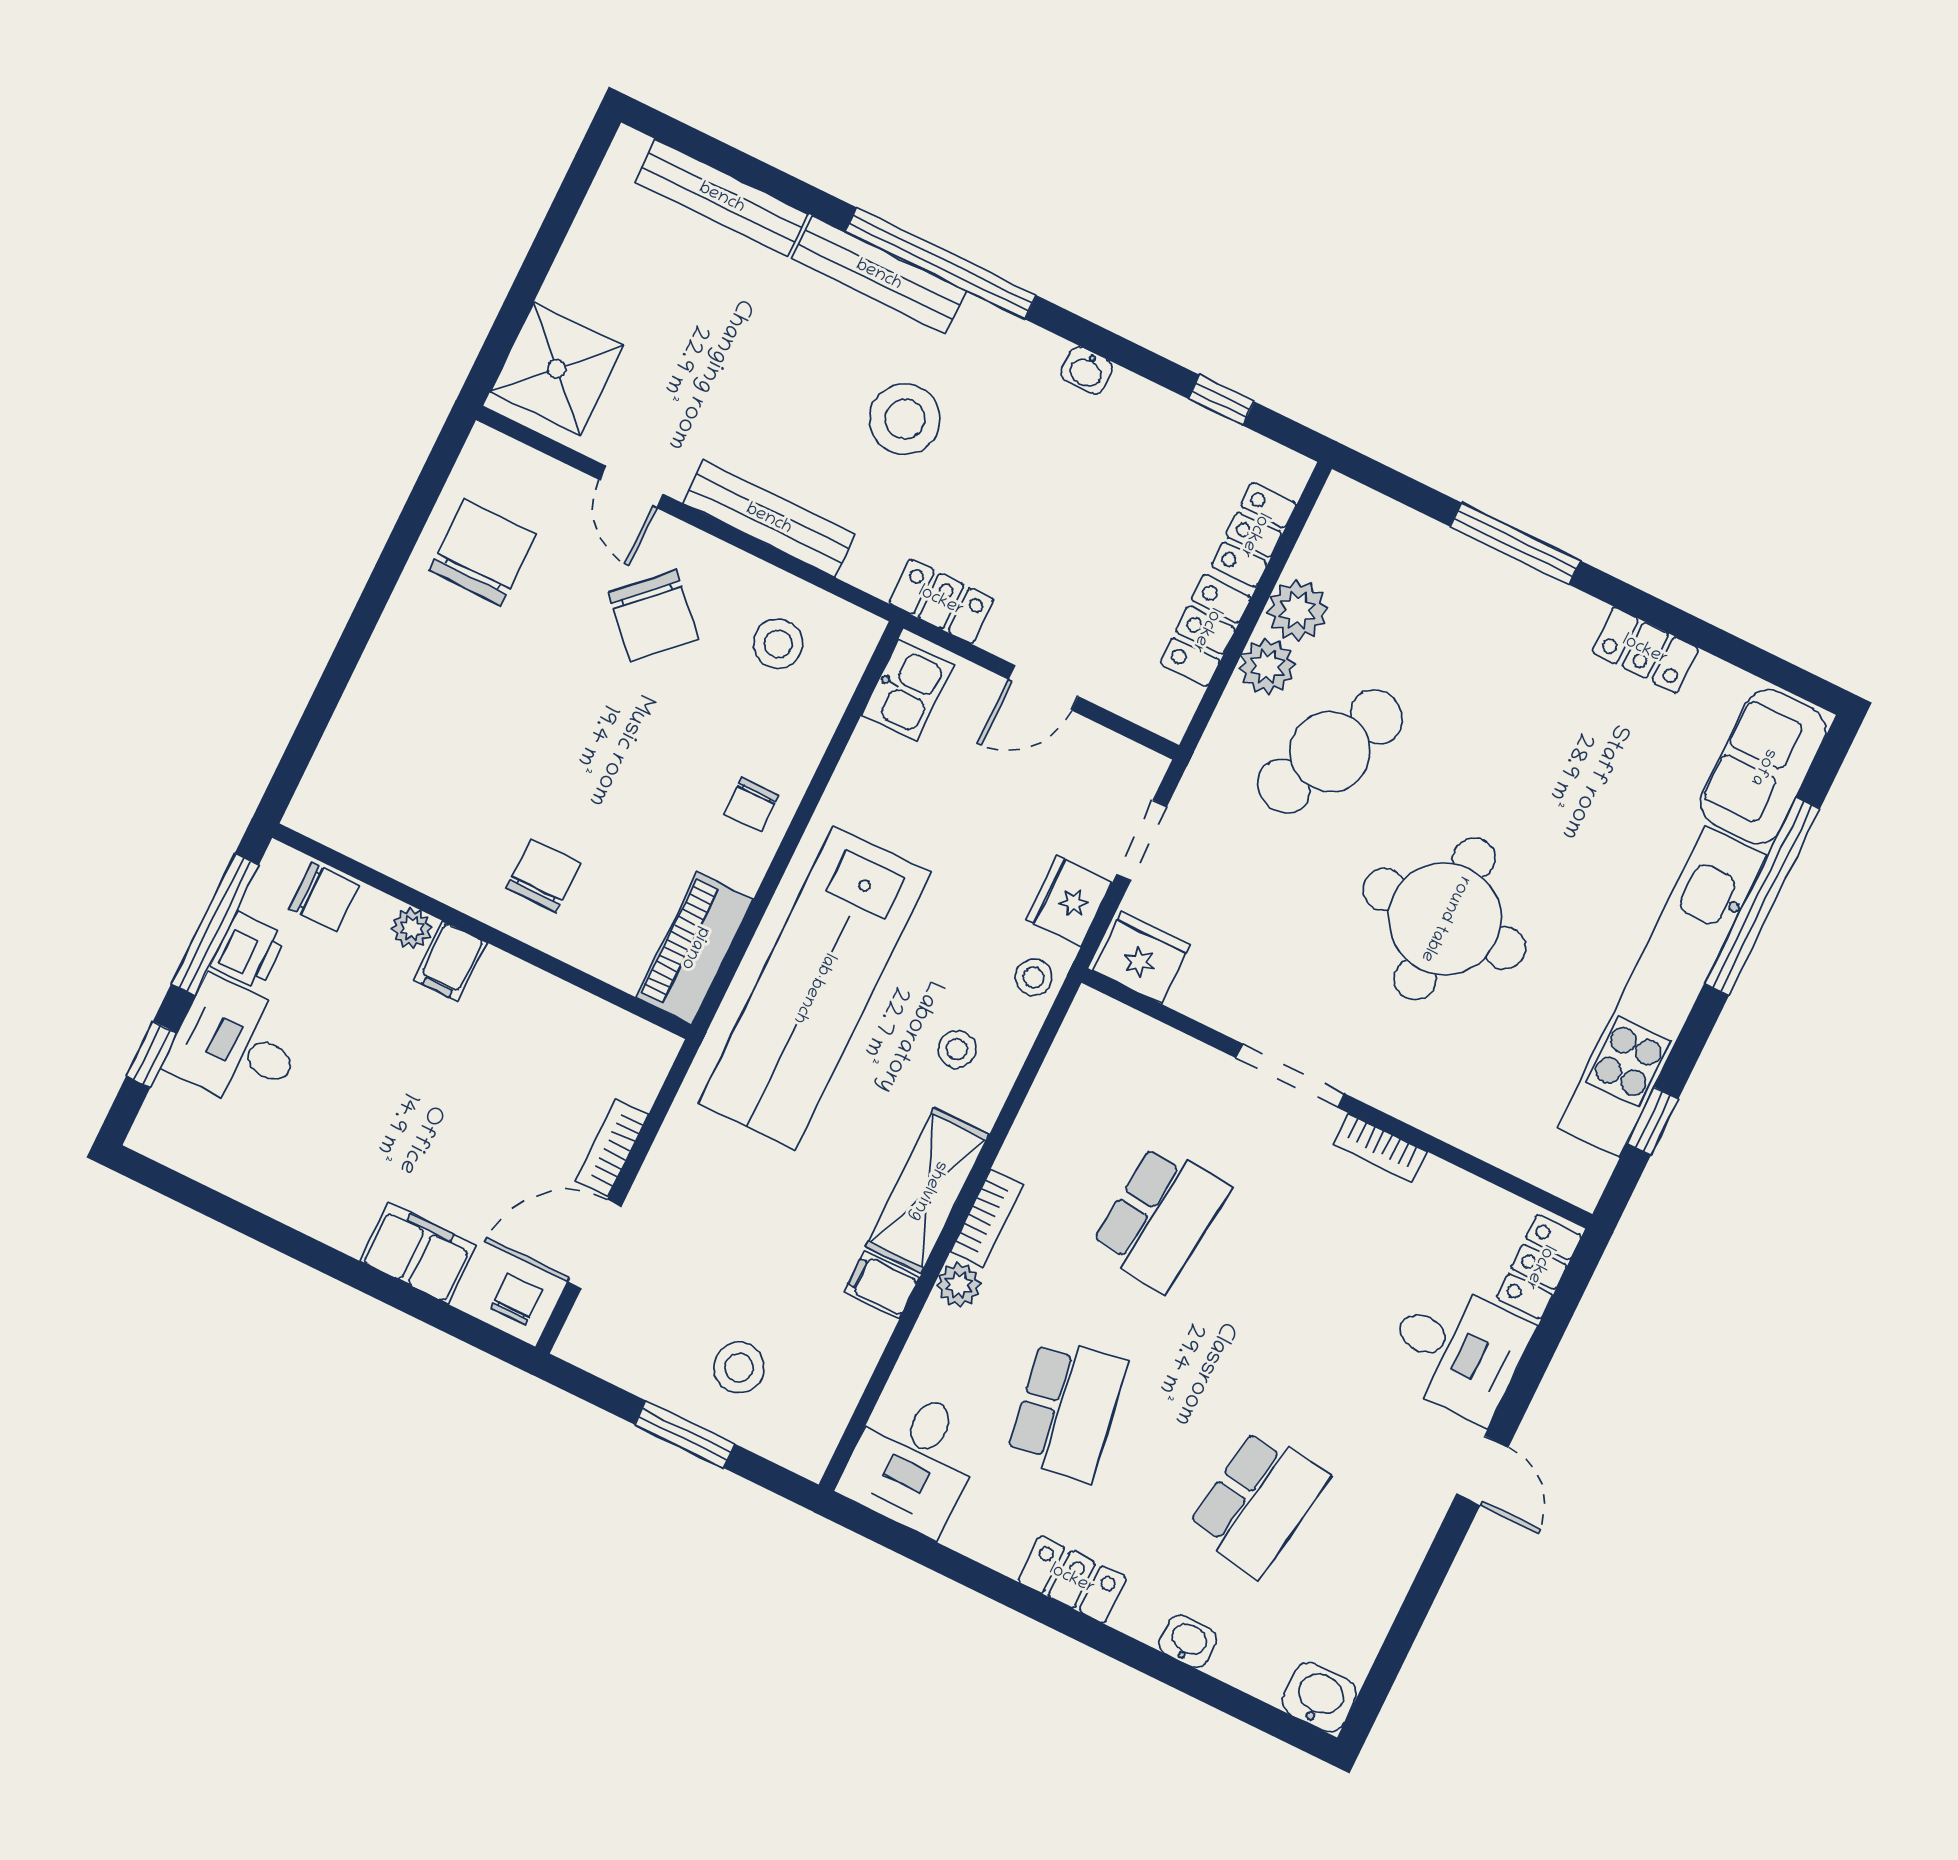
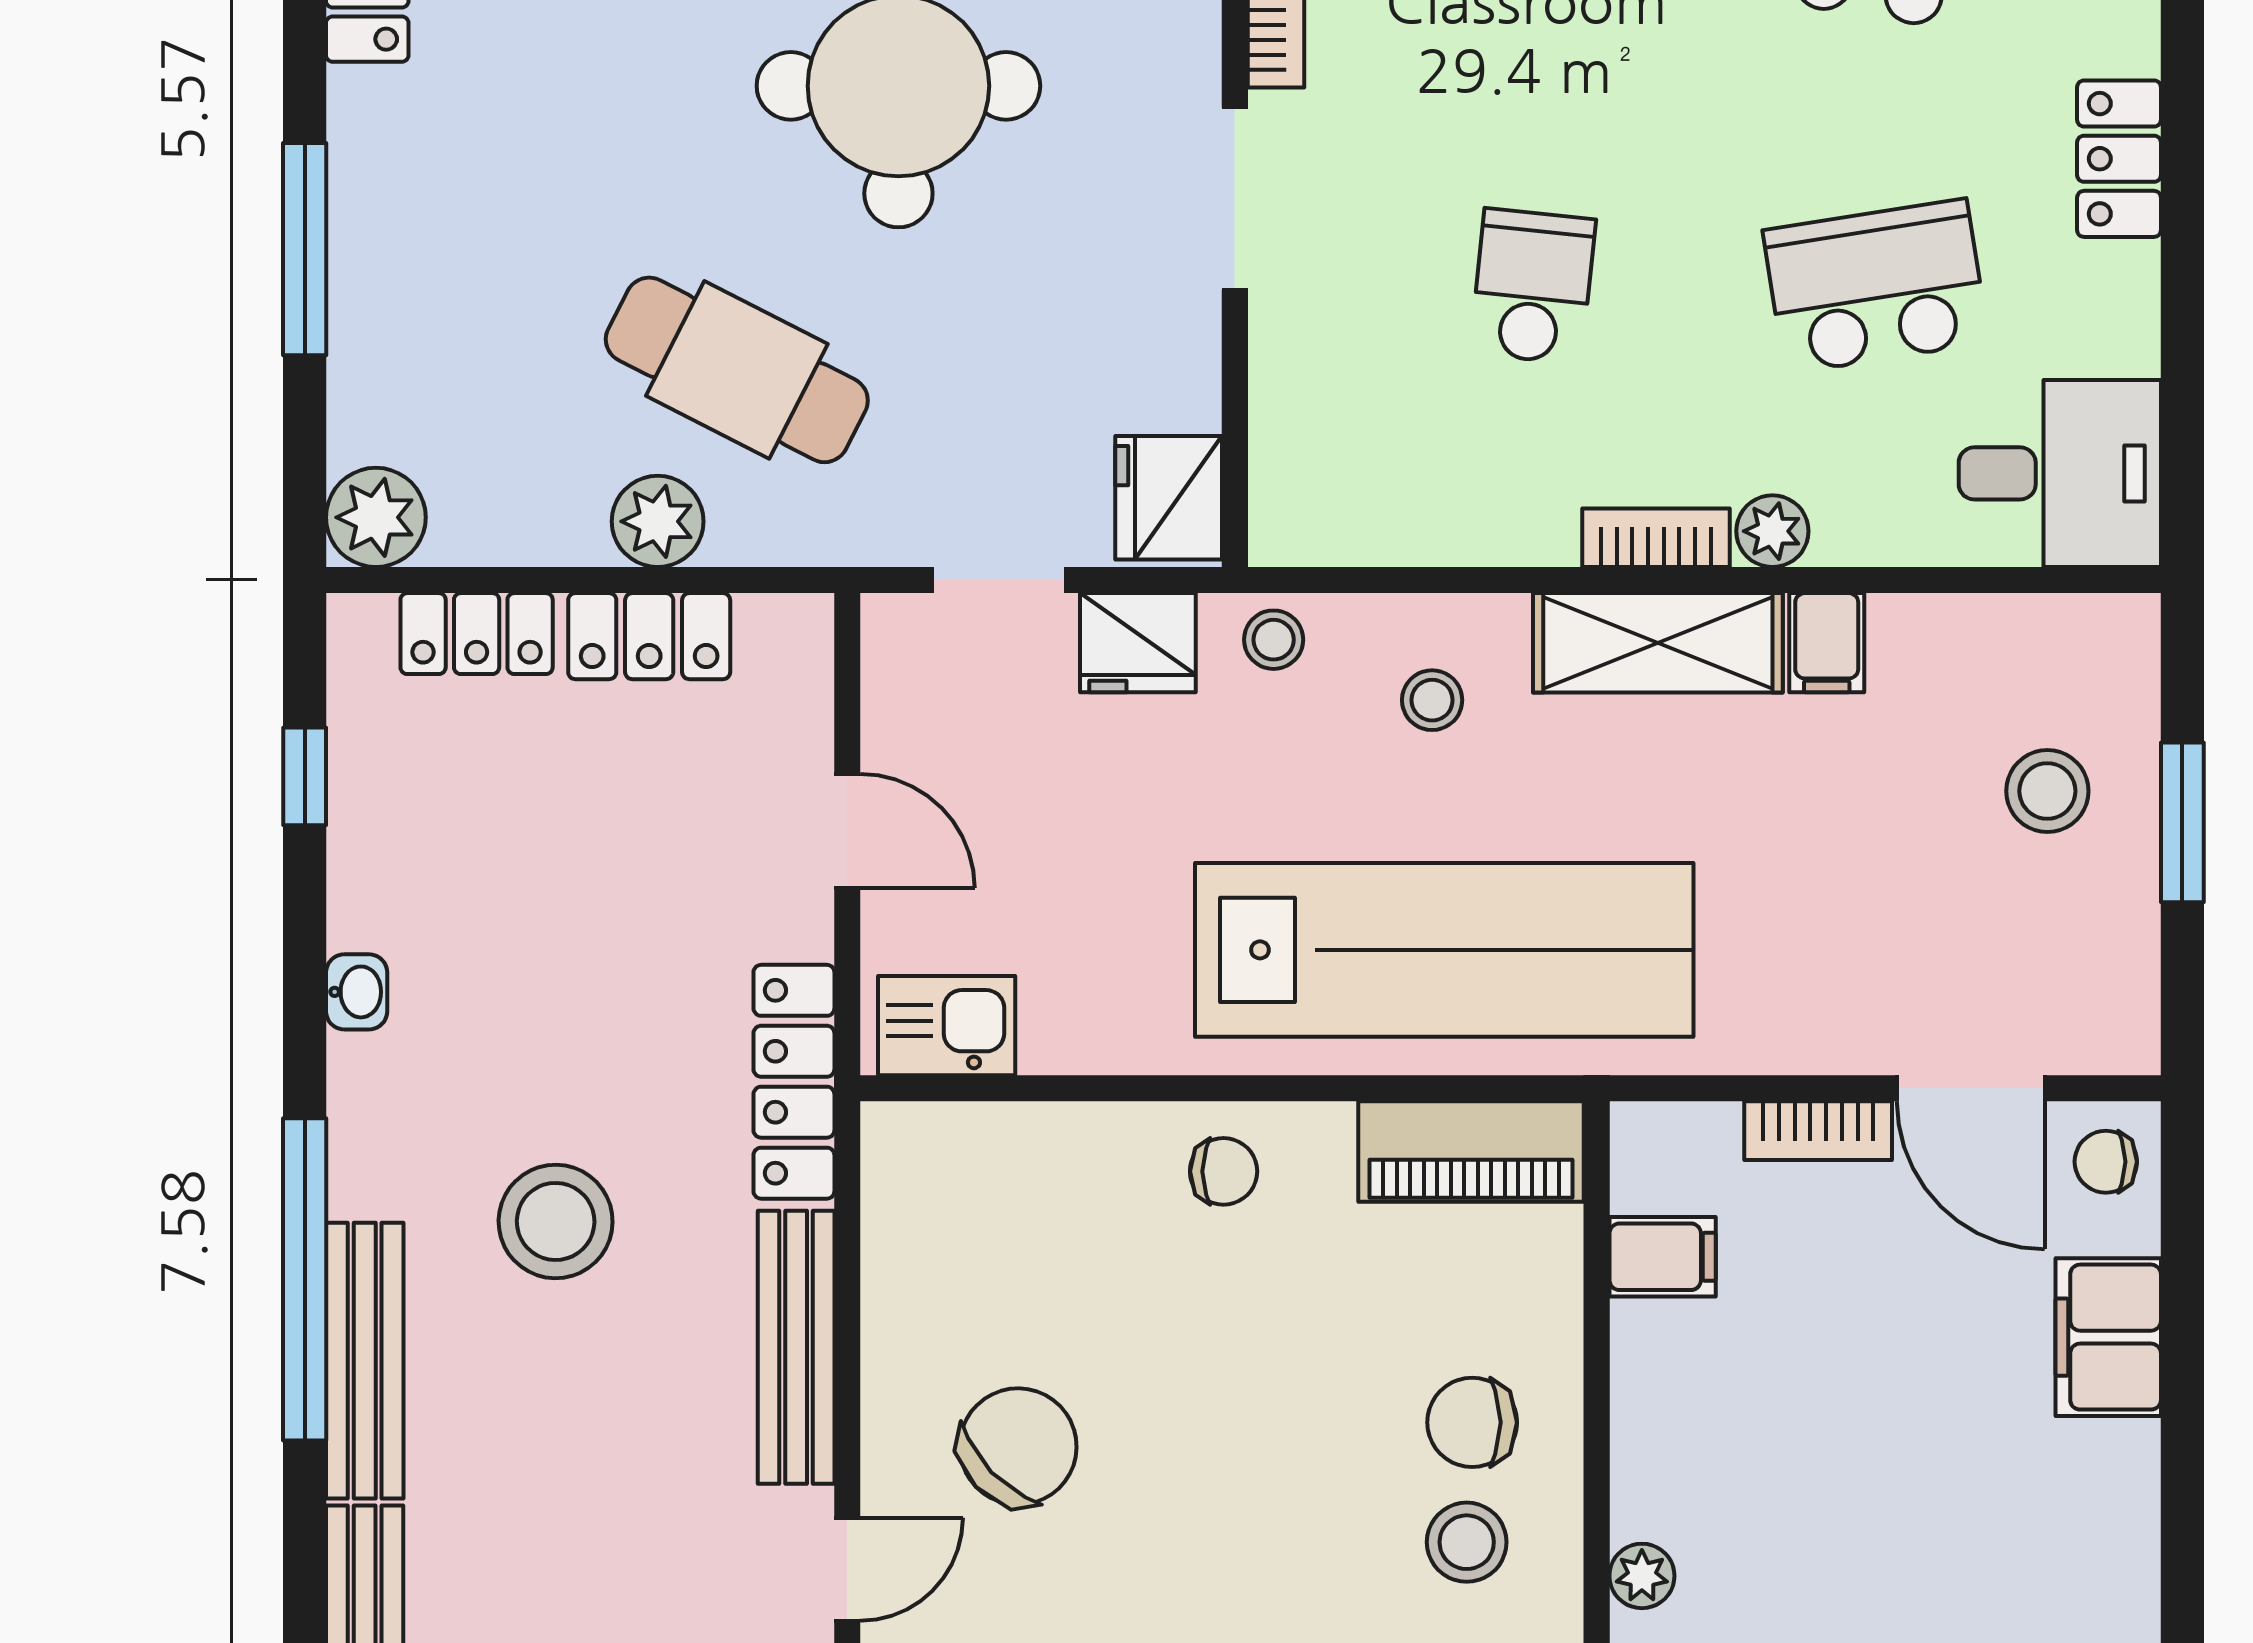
locker: (941, 601) -> (794, 1082), width x1.53
plant: (1297, 610) -> (376, 517), moved
stool: (778, 644) -> (1467, 1542), moved
filing cabinet: (450, 961) -> (1663, 1257), moved
school desk: (1160, 1218) -> (1533, 286), width x0.54

